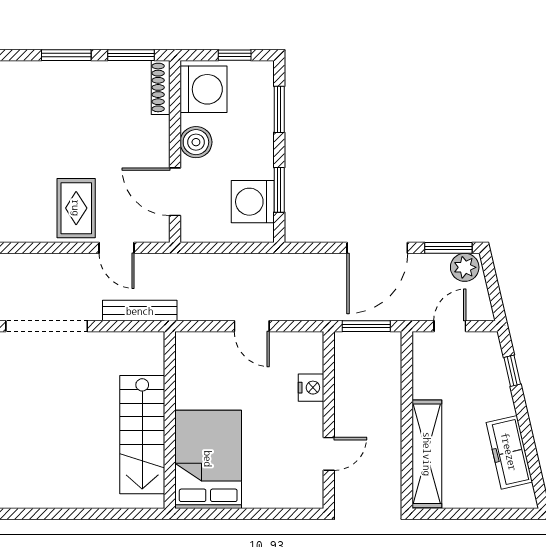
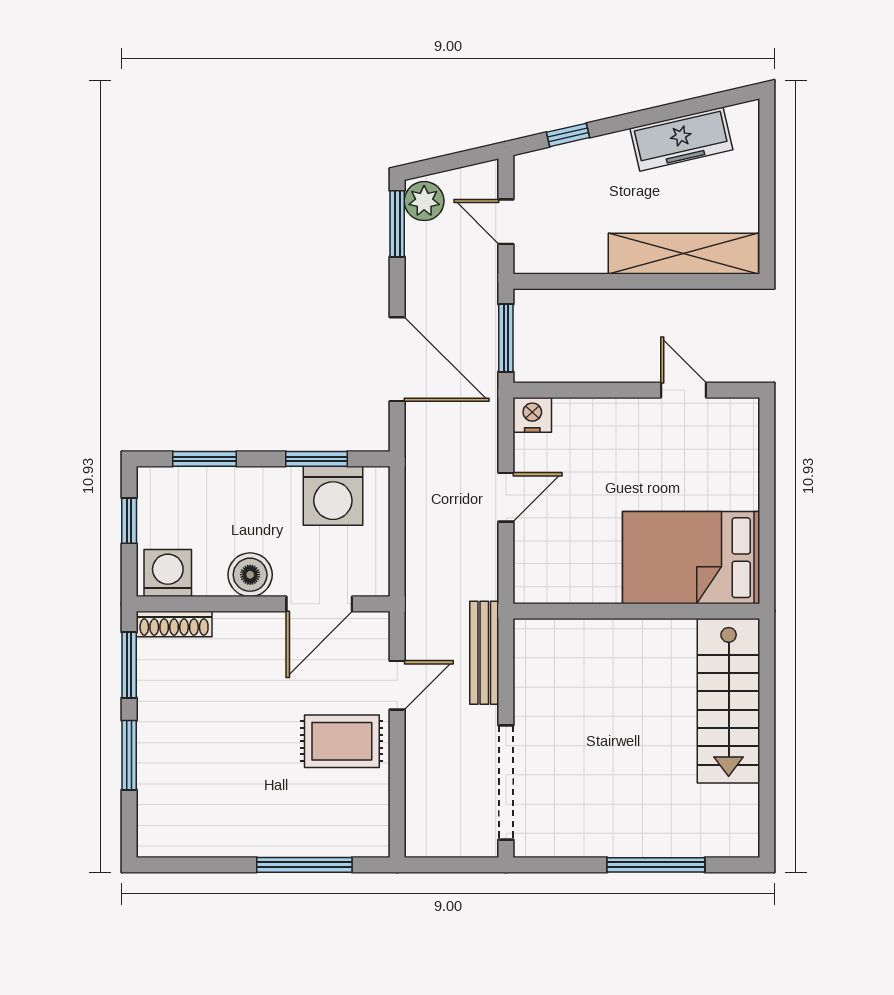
washing machine: (204, 89) -> (168, 573), width x0.73, depth x0.73
door: (377, 248) -> (397, 359), moved
nightstand: (311, 388) -> (532, 415), moved
stairs: (142, 435) -> (729, 701), moved, turned 90

